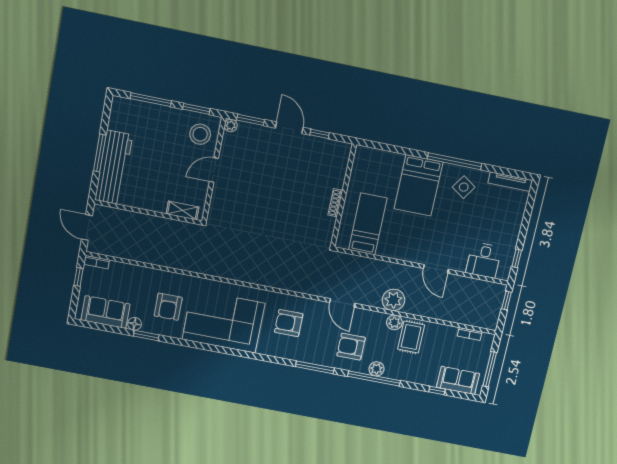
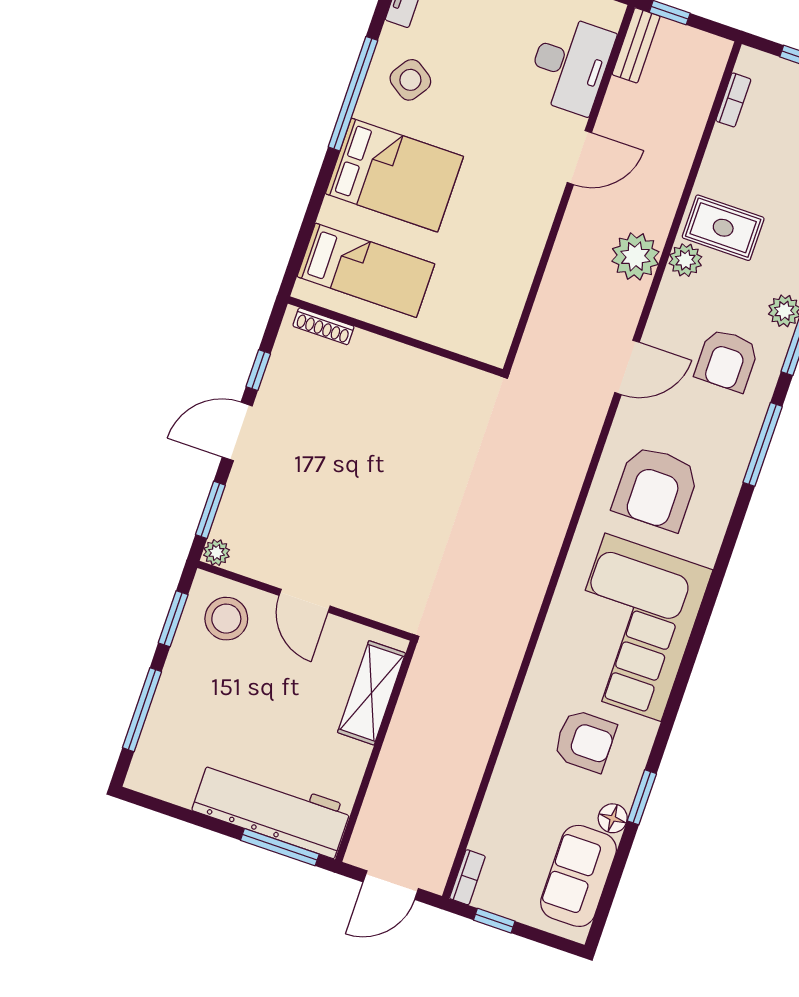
window: (100, 153) -> (280, 847), moved
shoe rack: (335, 203) -> (323, 326), moved
shelving: (183, 210) -> (372, 693), width x1.50, depth x1.33
bed: (368, 224) -> (366, 270), moved, turned 180
desk: (484, 260) -> (570, 65), width x1.37
bench: (490, 288) -> (636, 45), added
armchair: (289, 323) -> (656, 488), width x1.36, depth x1.36

